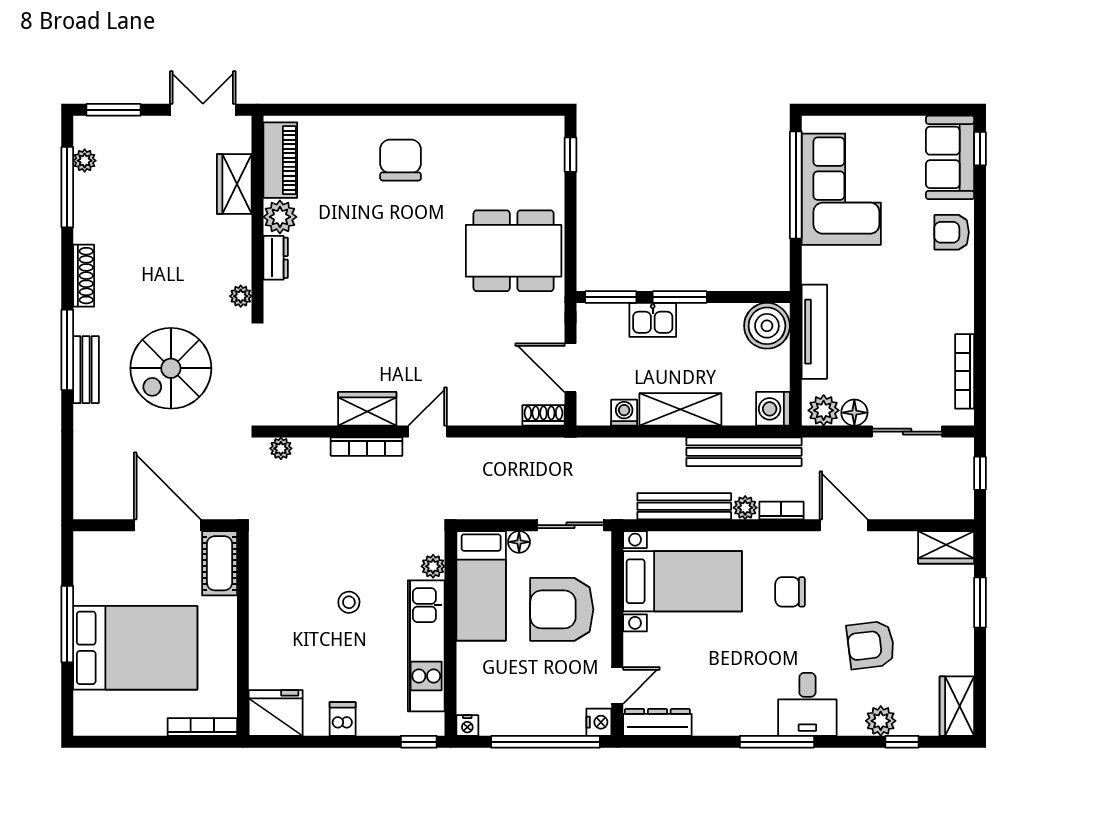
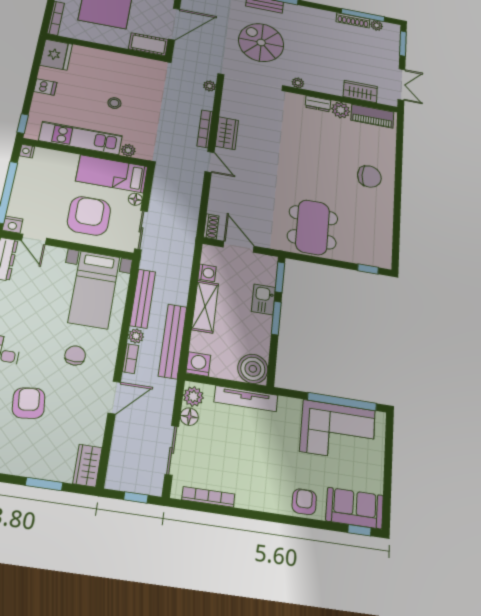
shoe rack: (84, 276) -> (353, 20), moved
door: (570, 368) -> (239, 247), hinge flipped

